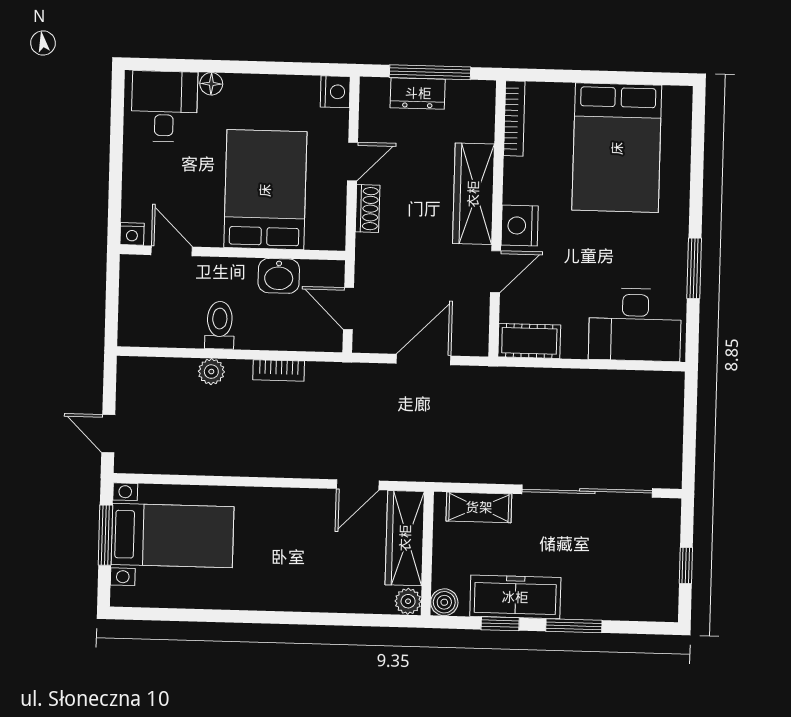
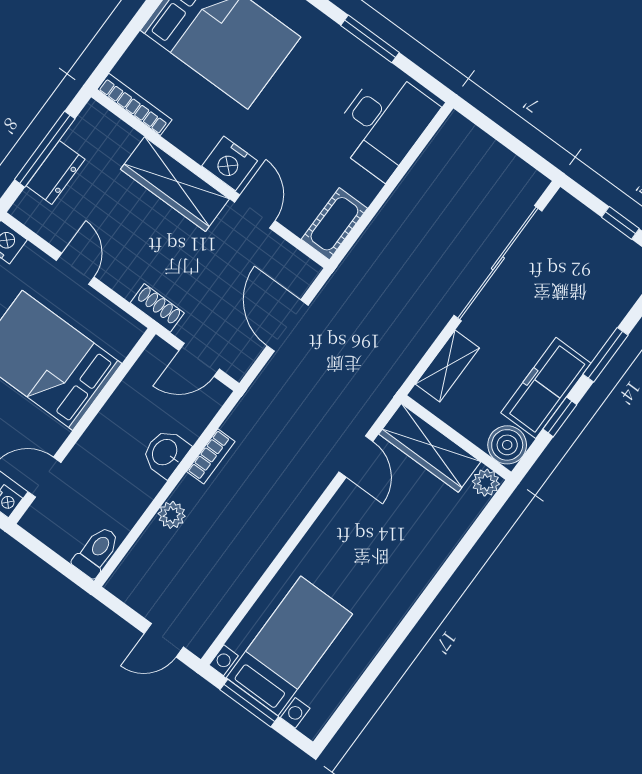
shoe rack: (368, 209) -> (157, 308), moved
washbasin: (279, 276) -> (166, 453), moved, turned 180
toilet: (220, 325) -> (96, 552), moved, turned 90
boiler: (444, 602) -> (507, 445), width x1.36, depth x1.36

